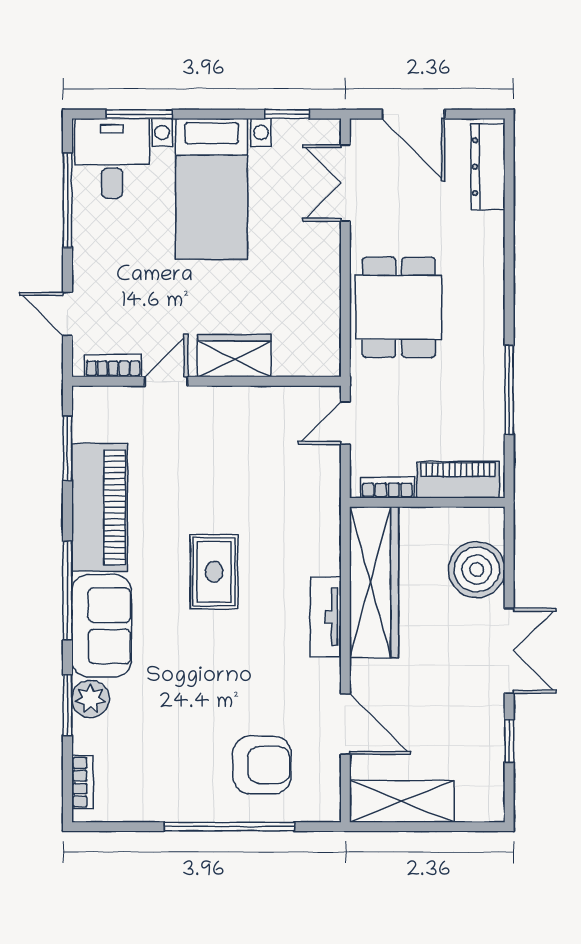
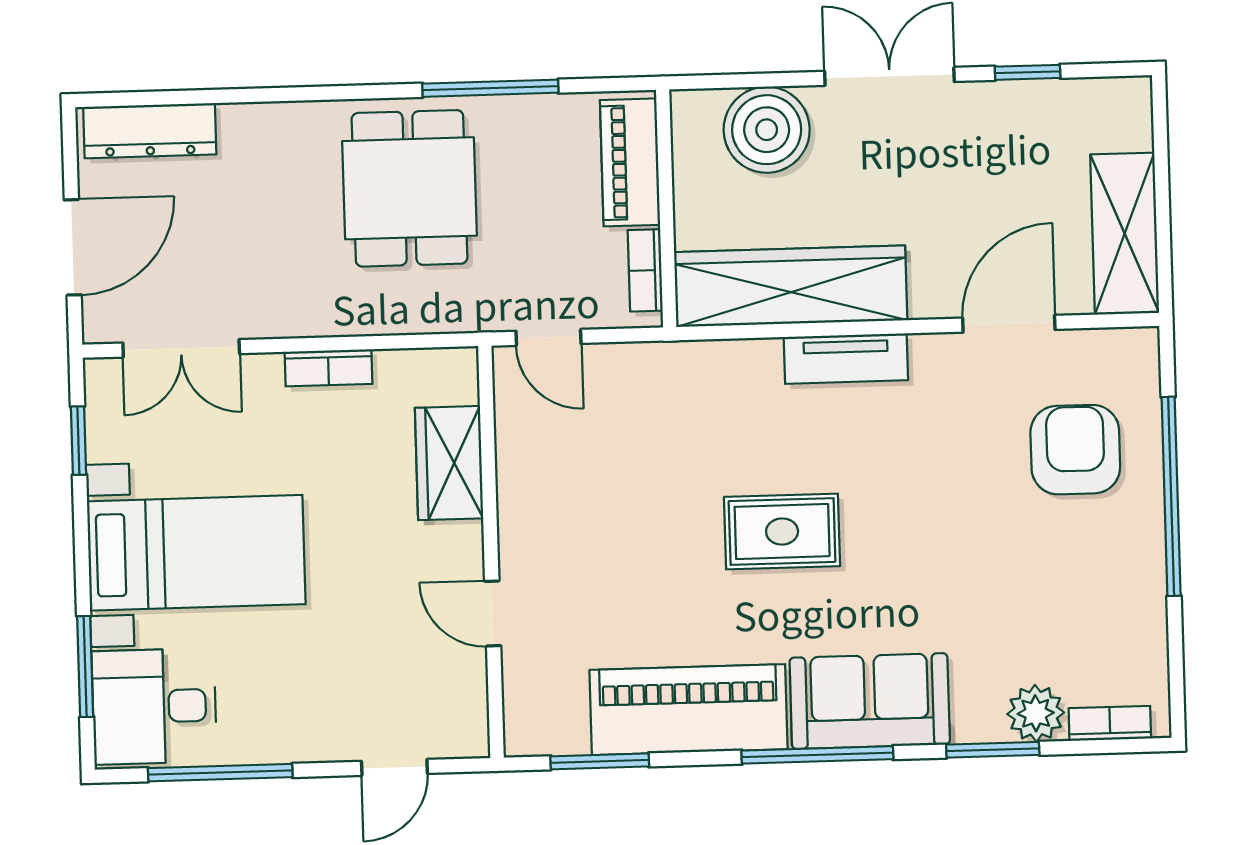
dining table: (399, 307) -> (410, 188), moved, turned 90
wardrobe: (234, 356) -> (449, 463), moved
bookcase: (113, 366) -> (328, 368), moved, turned -90
plant: (90, 699) -> (1036, 713), moved

